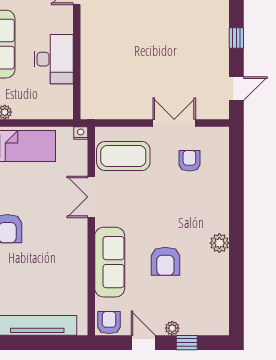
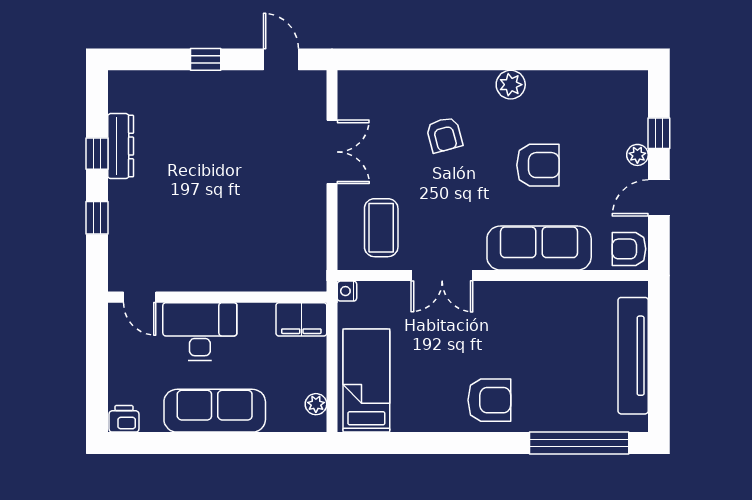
desk: (54, 59) -> (200, 331), moved
filing cabinet: (62, 102) -> (301, 319), added
double door: (174, 123) -> (332, 152), swing flipped
coffee table: (123, 156) -> (381, 228), width x0.73, depth x0.76
armchair: (189, 161) -> (444, 135), moved, turned -105

